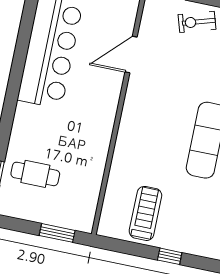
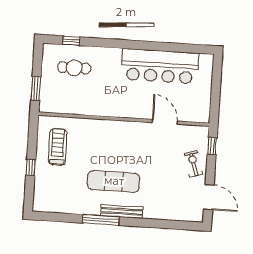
cafe table: (35, 174) -> (74, 68), turned 90
treadmill: (145, 213) -> (58, 147), turned -90

